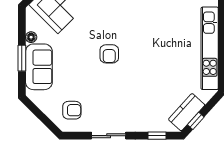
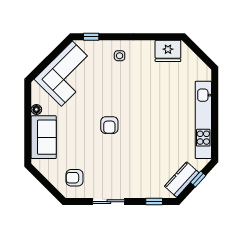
window: (22, 58) -> (28, 129), removed
armchair: (72, 110) -> (74, 178), turned 180
window: (196, 121) -> (198, 179), moved

